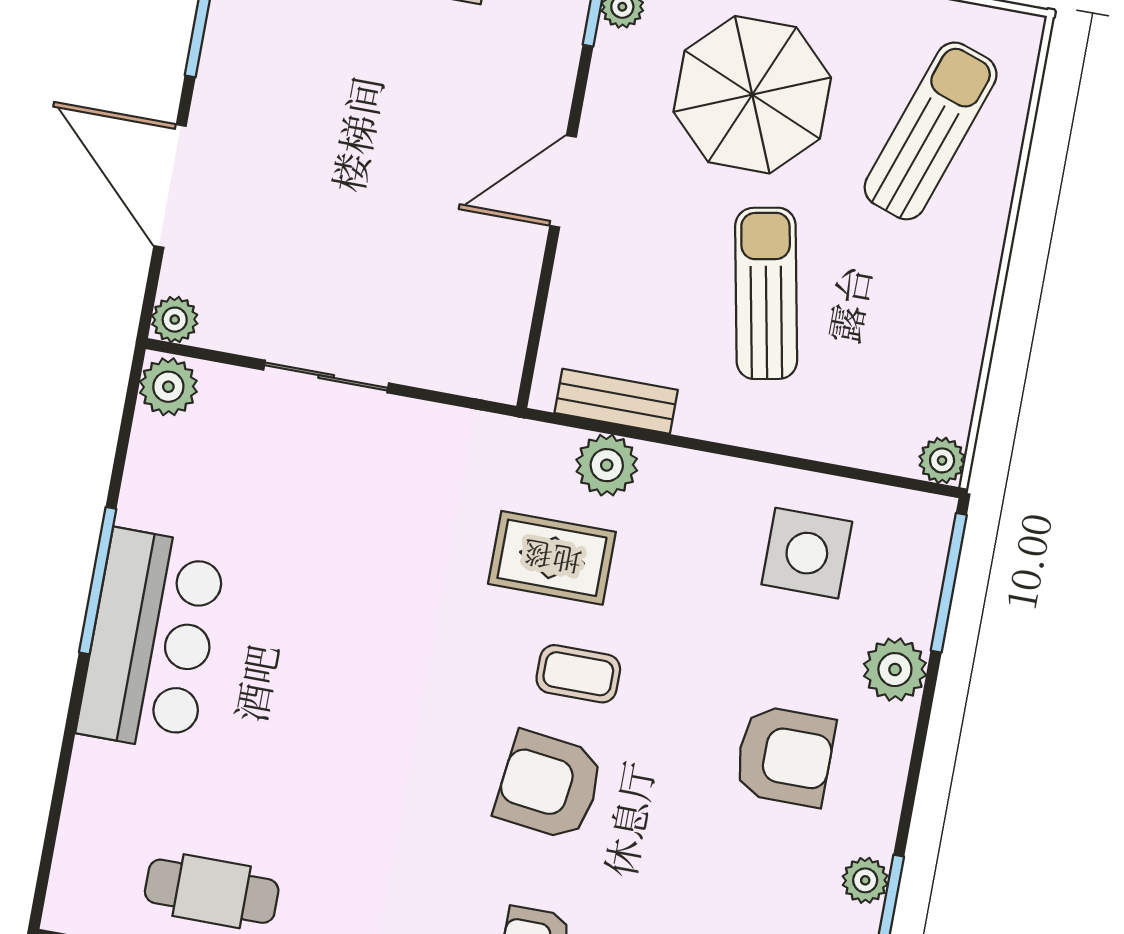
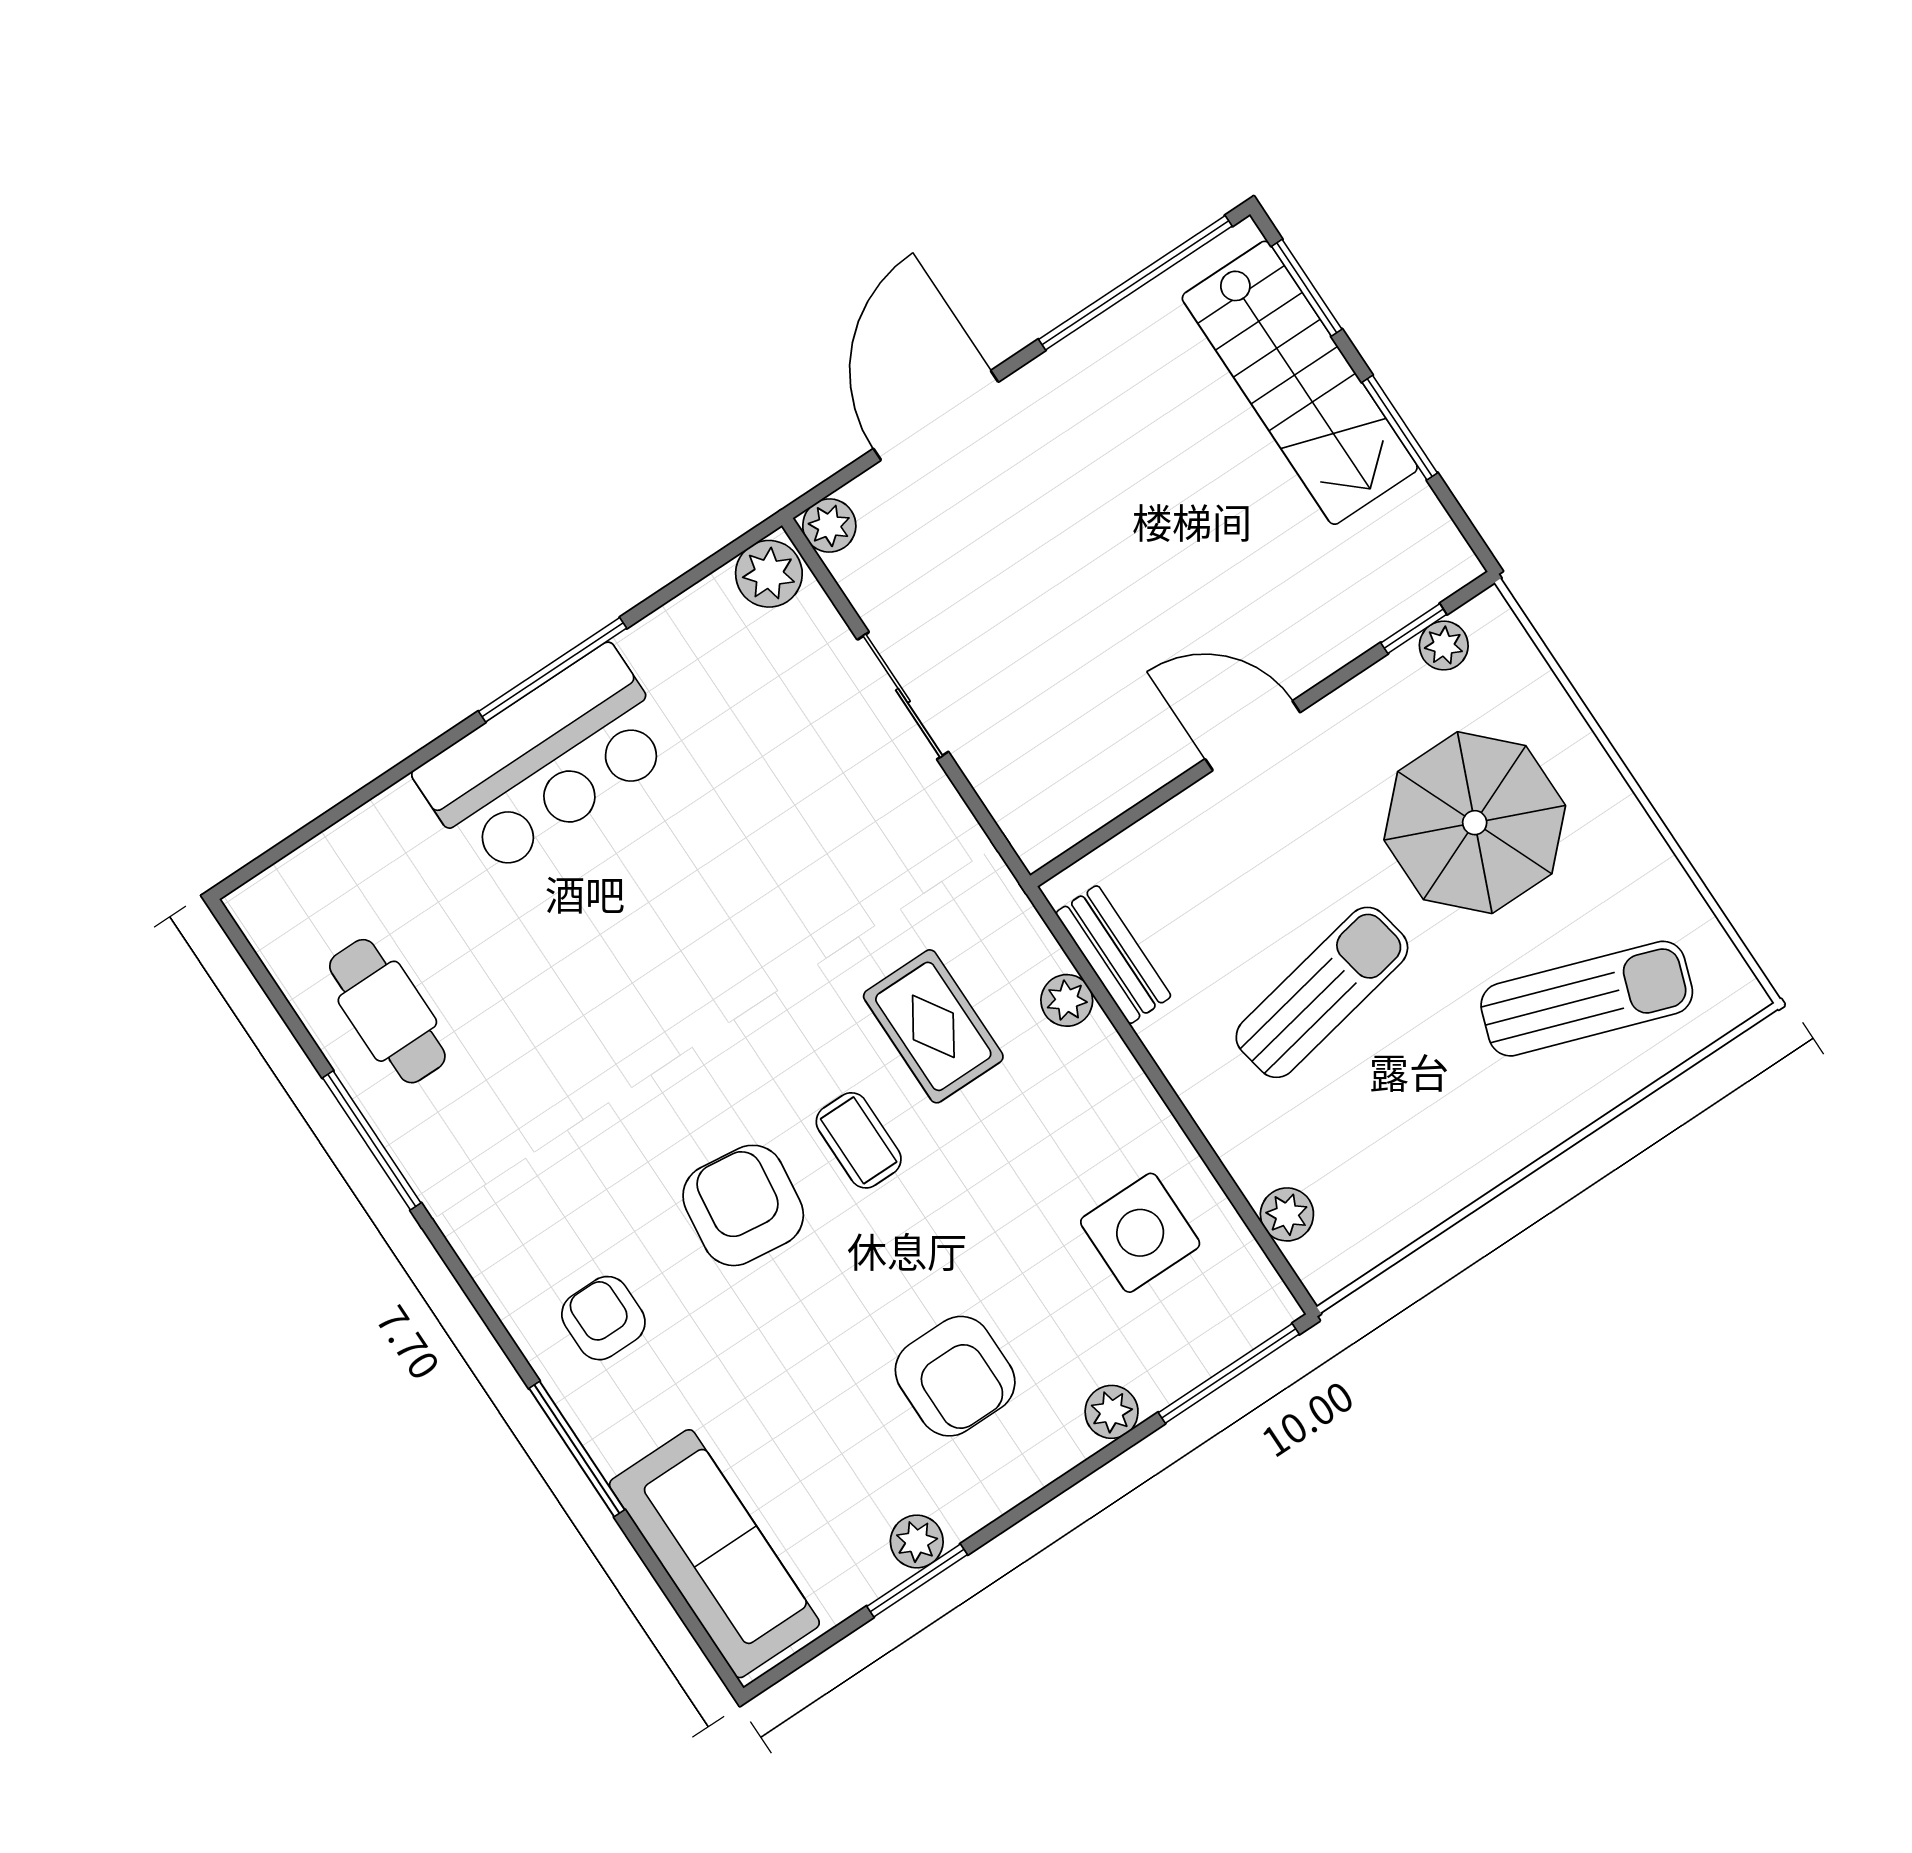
plant: (942, 460) -> (1287, 1214), moved
plant: (607, 465) -> (1067, 1000), width x0.73, depth x0.73
plant: (895, 670) -> (1112, 1412), width x0.73, depth x0.73

